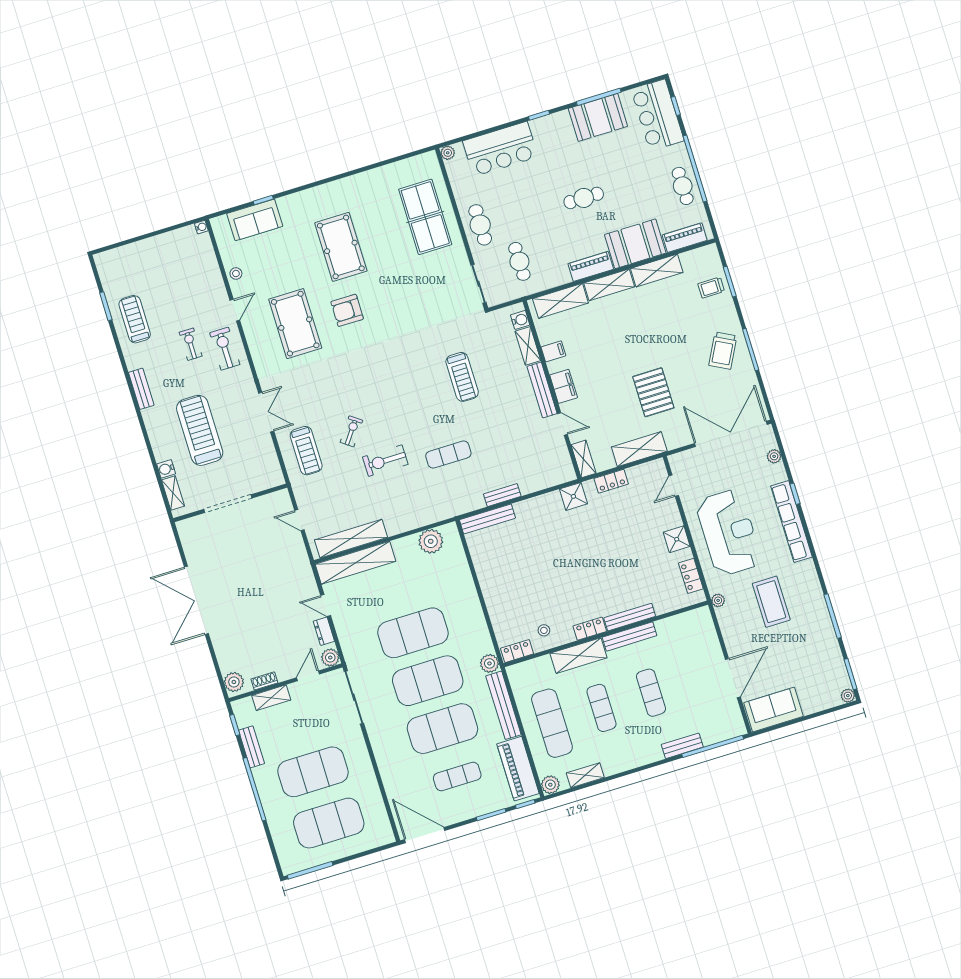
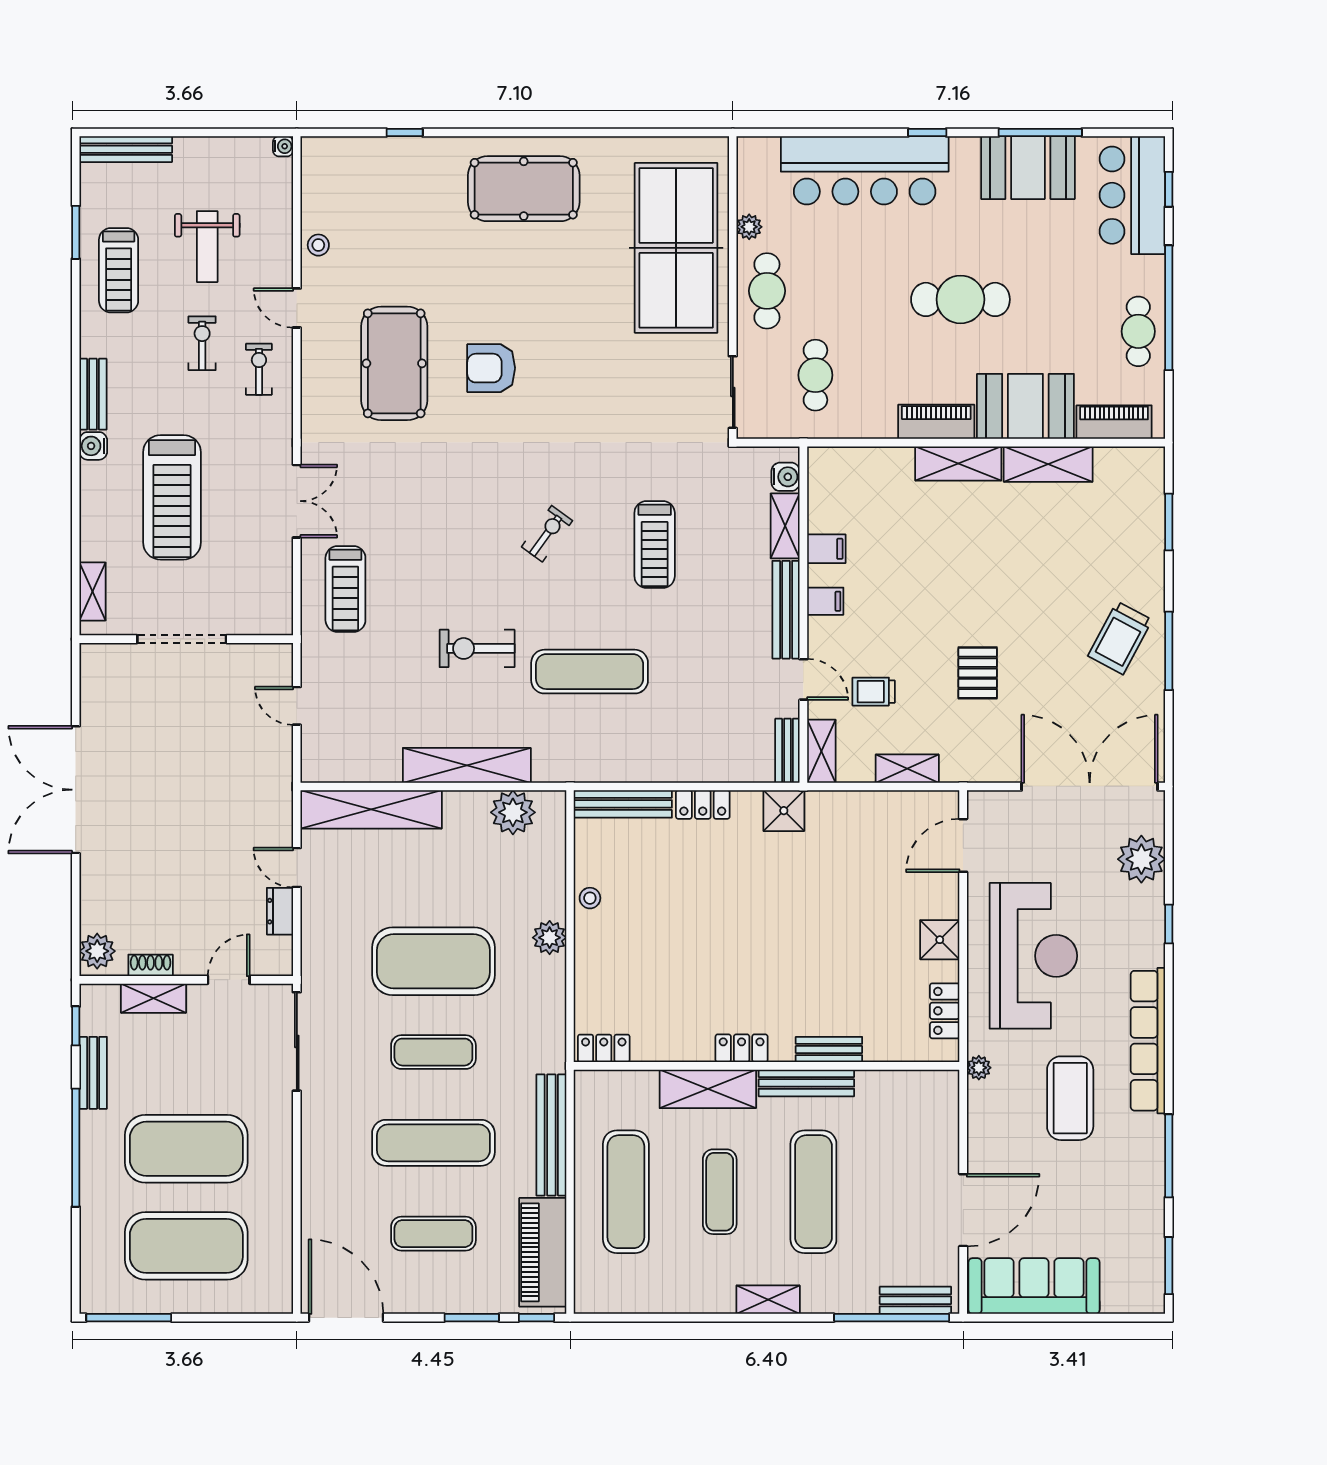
bar counter: (500, 149) -> (865, 170), width x1.36
plant: (448, 153) -> (749, 227), moved
cafe table: (584, 198) -> (960, 299), width x1.37, depth x1.35
table tennis table: (425, 217) -> (676, 248), width x1.36, depth x1.32
sofa: (255, 220) -> (379, 162), removed
pool table: (341, 247) -> (524, 189), moved, turned 90
bench: (119, 254) -> (126, 149), added
trolley: (711, 288) -> (874, 692), moved
weight bench: (178, 292) -> (207, 247), added
shelving: (560, 301) -> (865, 465), removed
door: (235, 310) -> (297, 308), swing flipped
treadmill: (135, 319) -> (119, 270), turned 180
exercise bike: (225, 349) -> (259, 369), width x0.73, depth x0.72
filing cabinet: (564, 386) -> (825, 601), width x0.50
pallet: (653, 392) -> (978, 673), width x0.67, depth x0.71
treadmill: (200, 430) -> (172, 497), turned 180
exercise bike: (351, 431) -> (547, 534), moved
shelving: (639, 449) -> (907, 769), width x0.67, depth x0.75
exercise mat: (448, 455) -> (590, 672), width x1.36, depth x1.45
plant: (774, 456) -> (1141, 859), width x1.88, depth x1.88
water cooler: (166, 469) -> (93, 446), moved
locker: (611, 481) -> (703, 804), moved
door: (674, 486) -> (963, 845), width x1.38
bench: (502, 495) -> (787, 751), moved, turned 90
row of seats: (791, 522) -> (1148, 1041), moved
shelving: (351, 539) -> (467, 765), moved
bench: (630, 617) -> (829, 1049), width x0.73
stool: (544, 630) -> (590, 898), moved
plant: (330, 658) -> (277, 960), removed
plant: (489, 663) -> (550, 938), moved
exercise mat: (428, 681) -> (433, 1052), width x0.50, depth x0.69
exercise mat: (651, 693) -> (813, 1192), width x1.36, depth x1.45
plant: (848, 696) -> (1153, 1302), removed
sofa: (773, 710) -> (1034, 1286), width x1.36
exercise mat: (442, 729) -> (433, 1143), width x0.68
bench: (682, 746) -> (915, 1300), moved
shelving: (585, 775) -> (768, 1300), moved
plant: (550, 785) -> (590, 1297), removed

